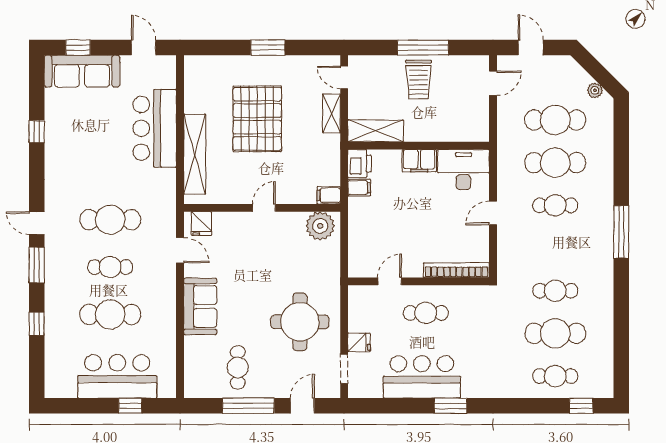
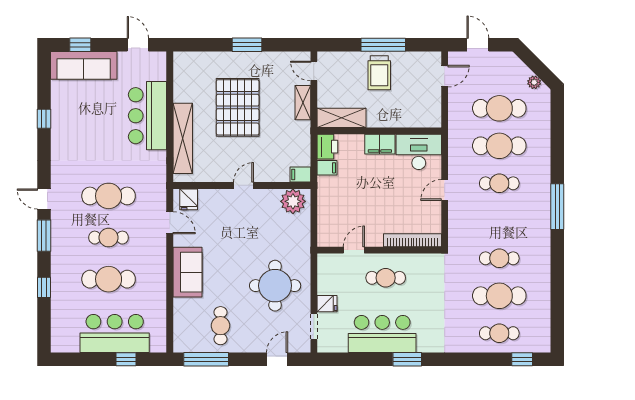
window: (248, 406) -> (206, 359), moved

